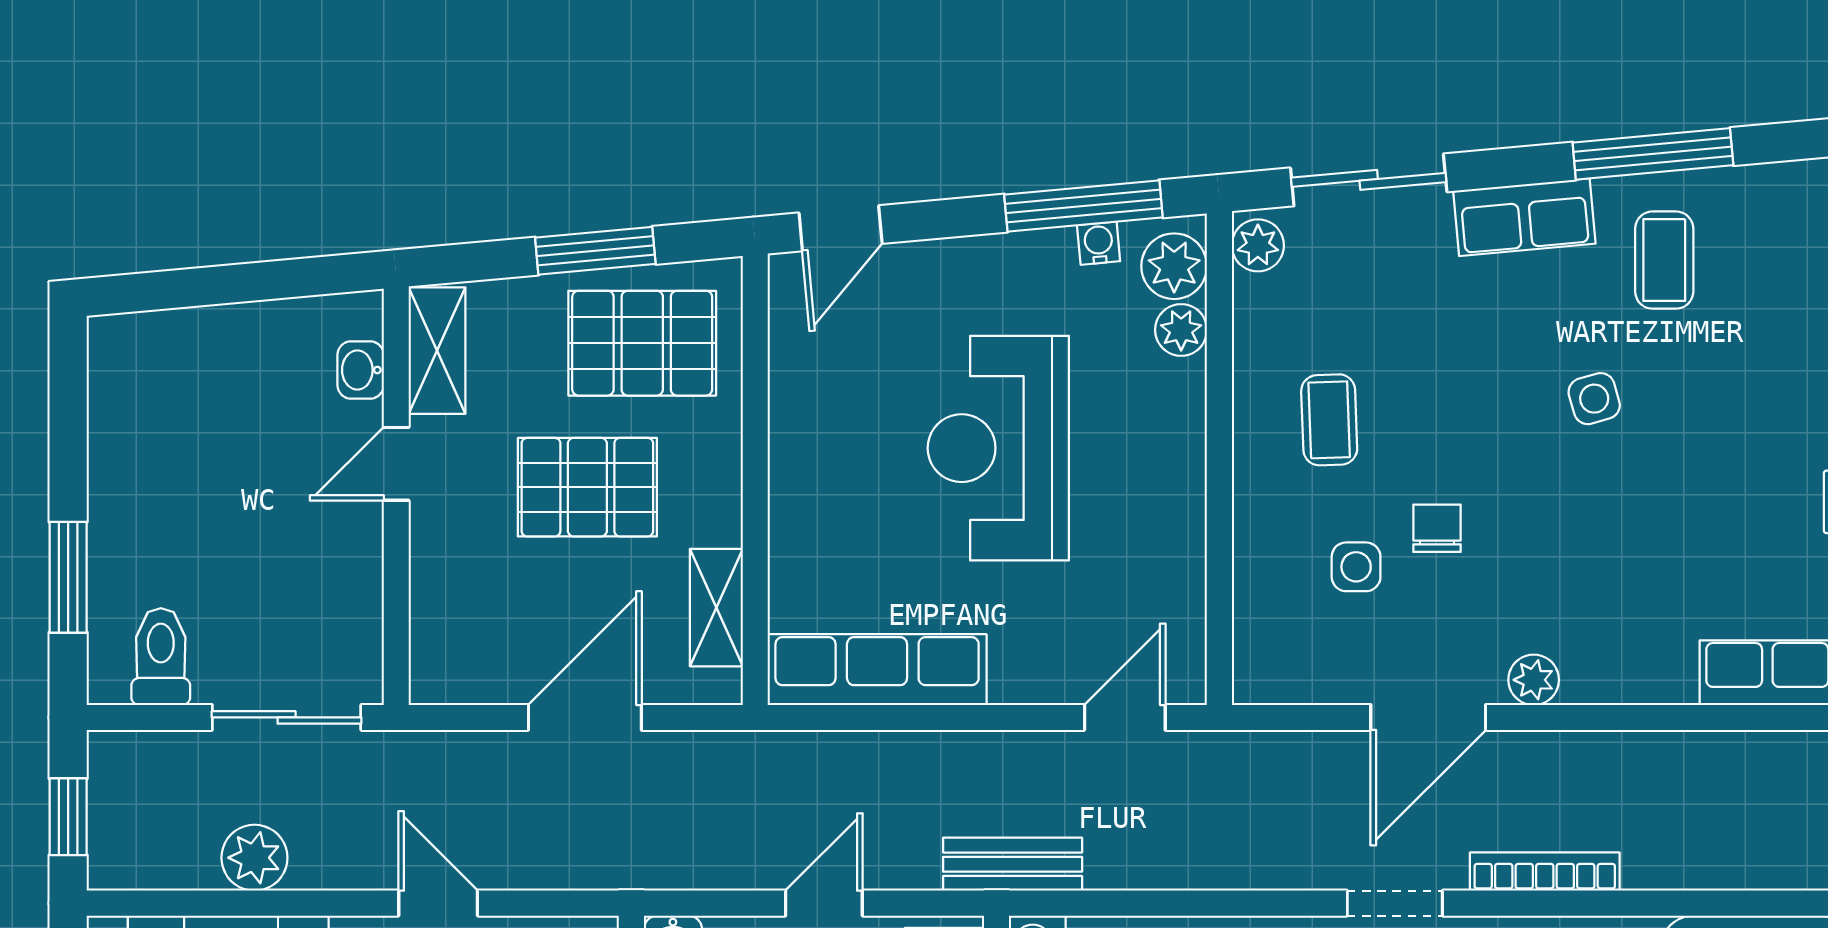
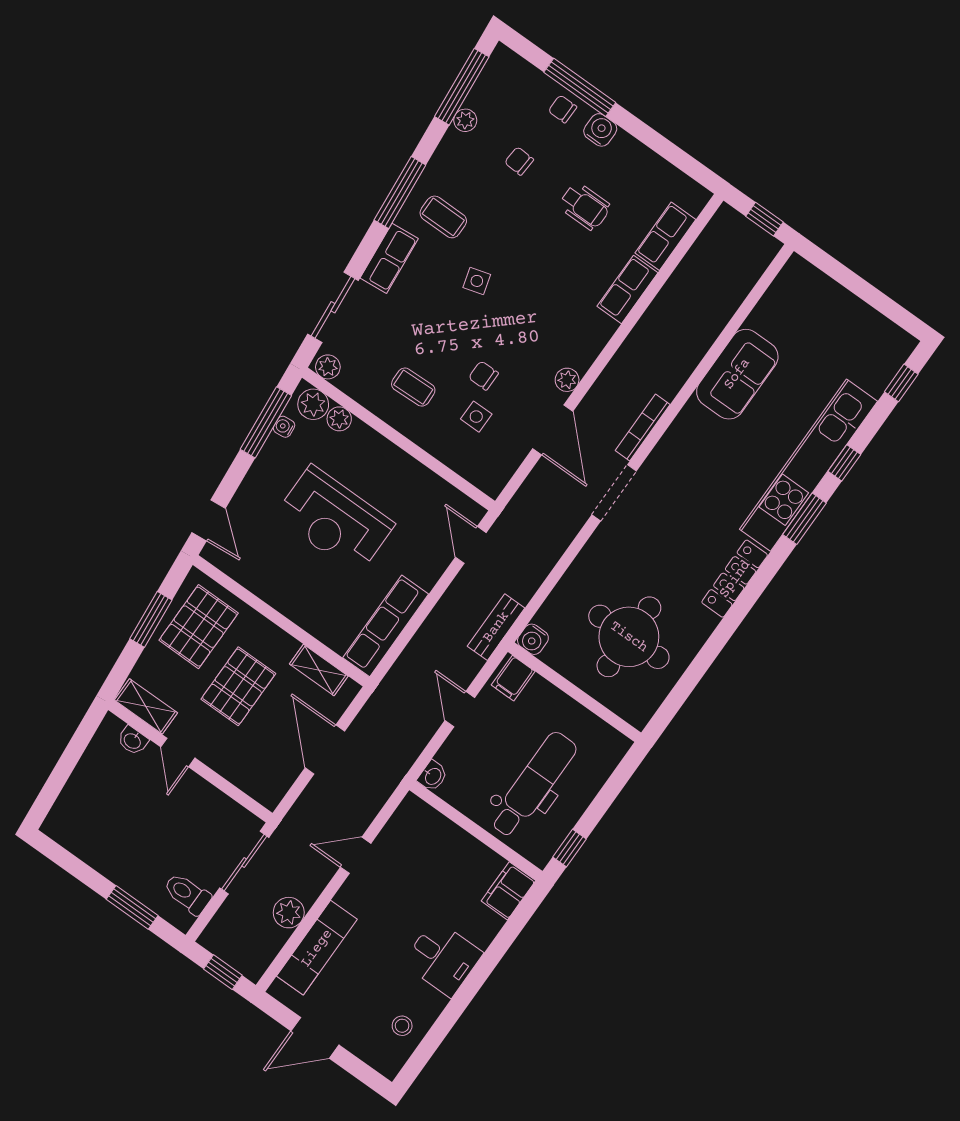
doorway: (1395, 903) -> (614, 493), width x1.38

